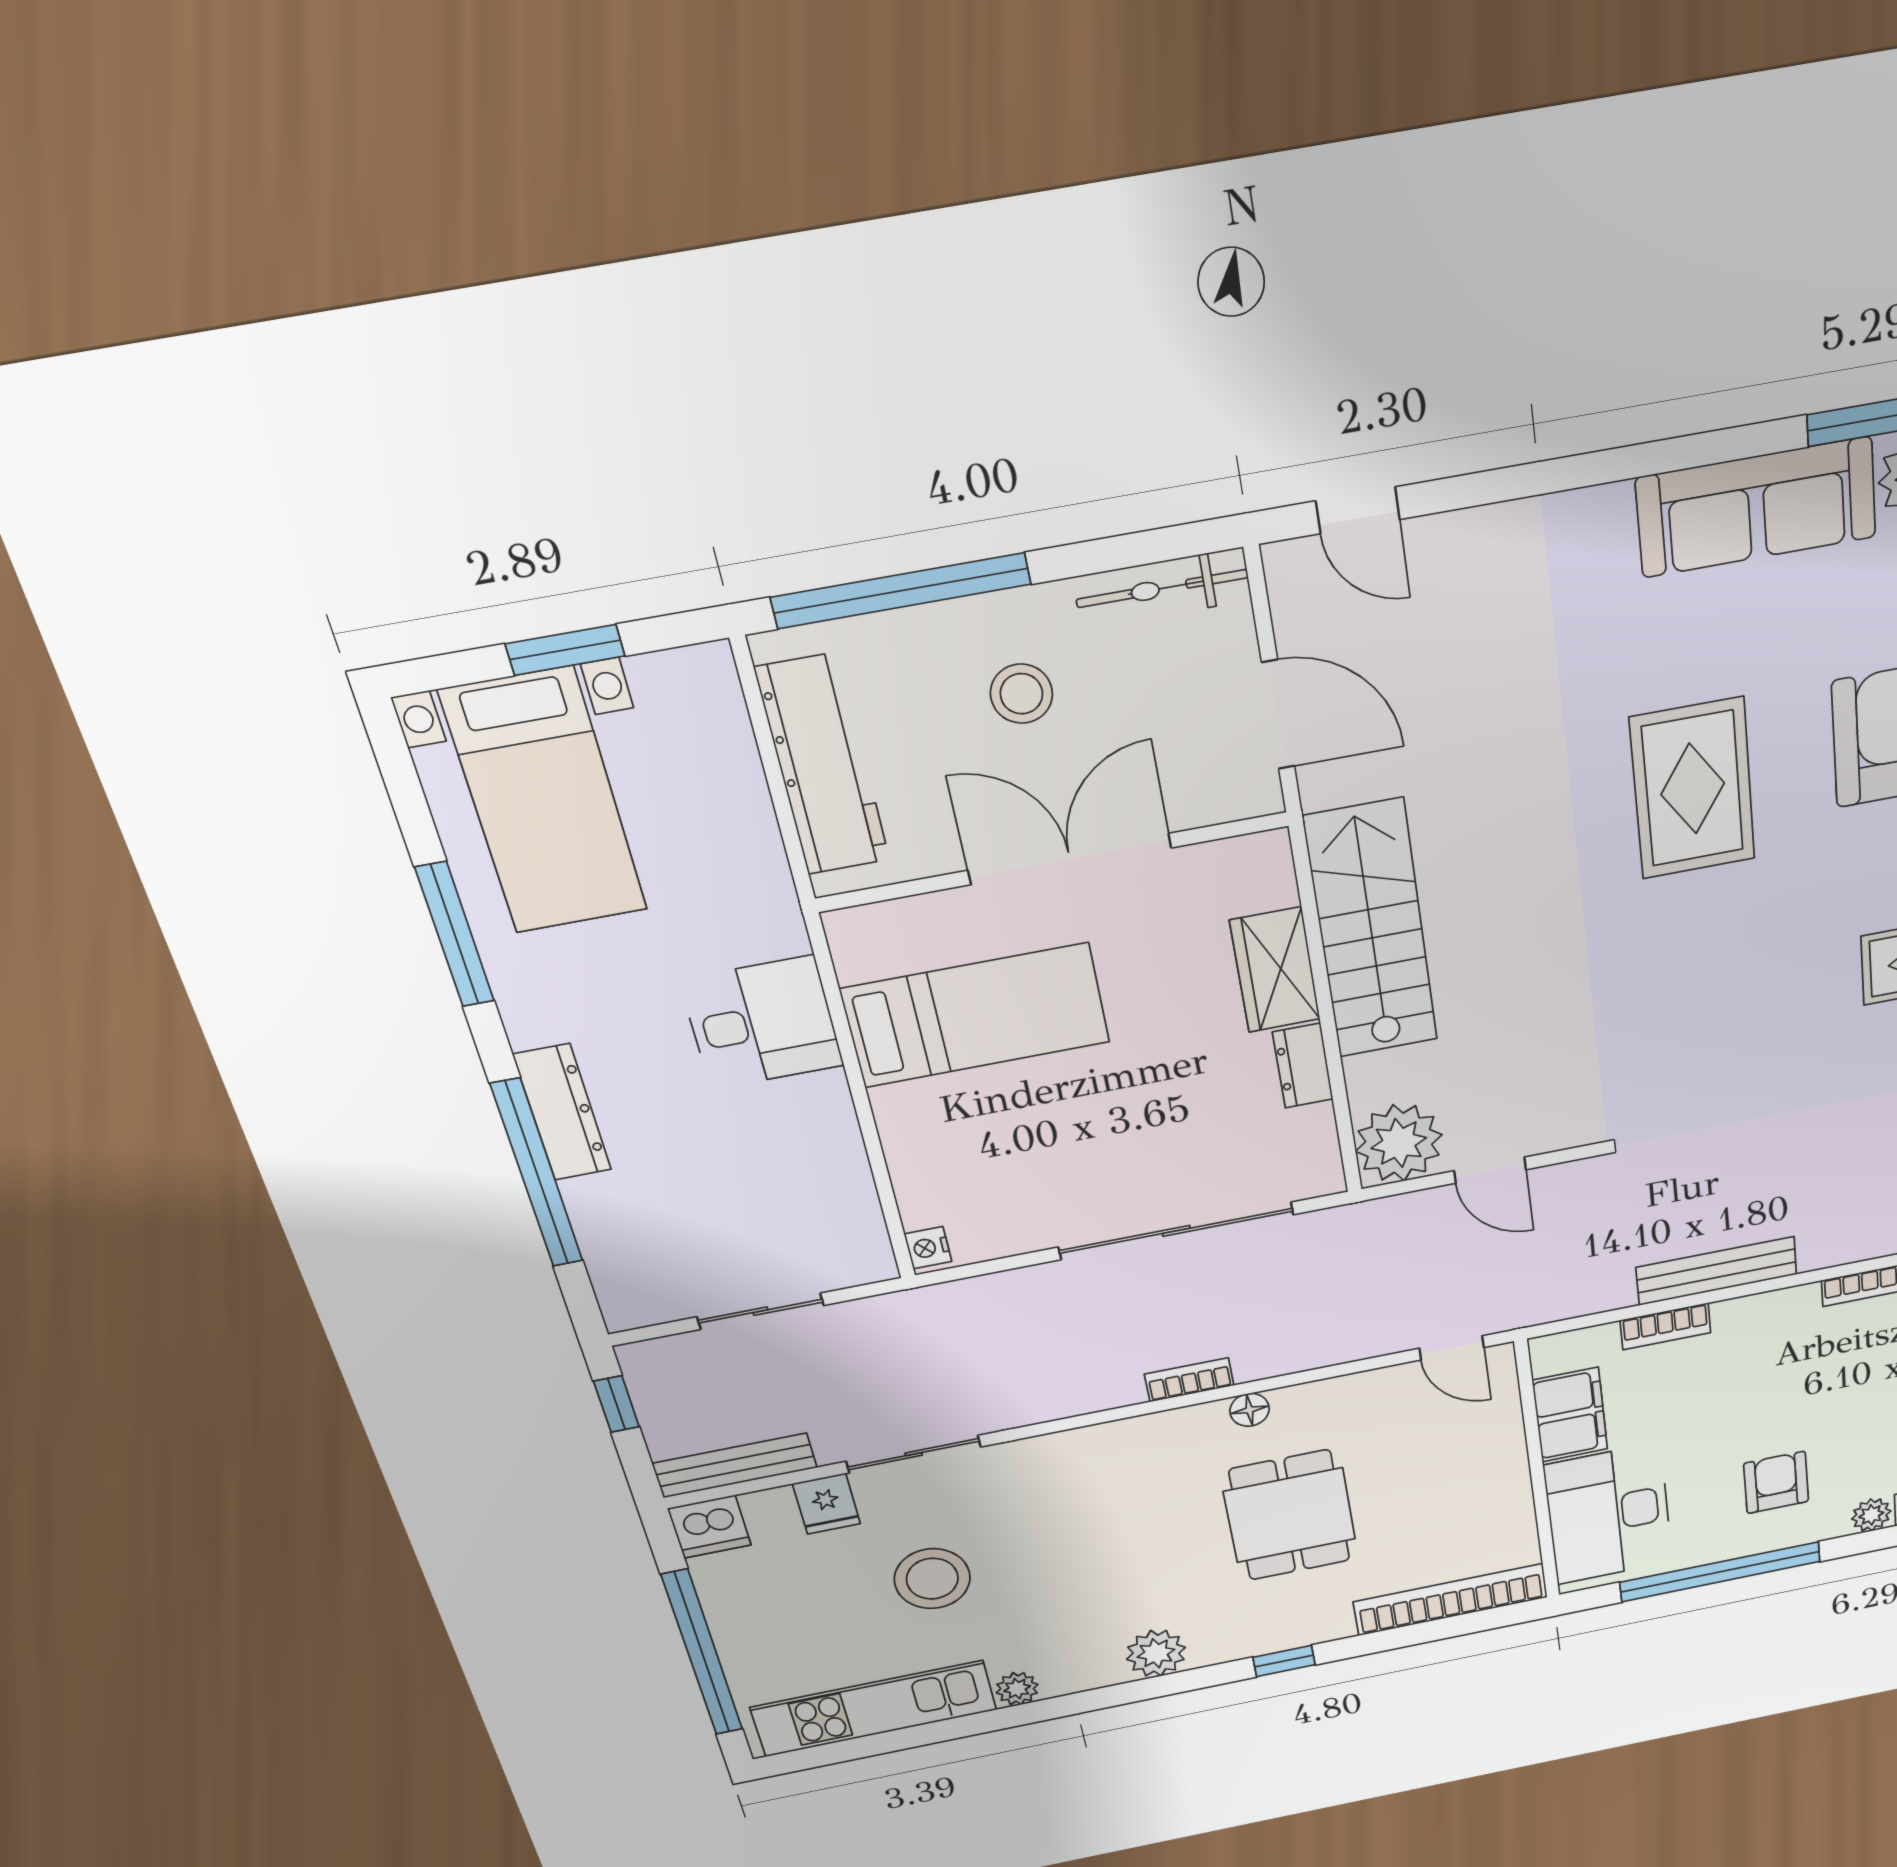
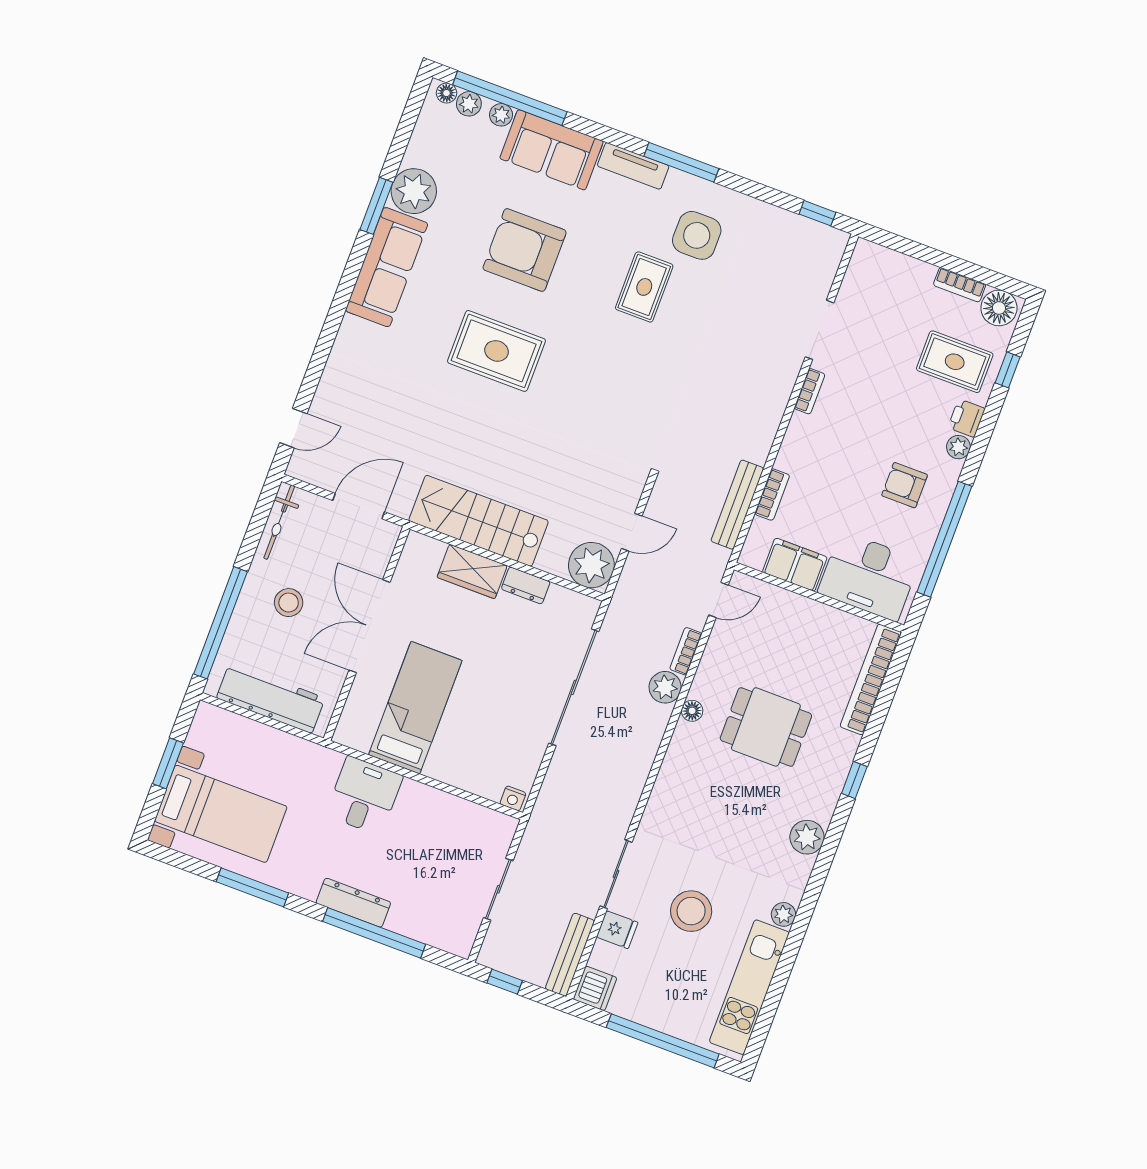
bench: (1717, 1271) -> (737, 505), moved
plant: (1263, 1354) -> (665, 687), added
bookcase: (1189, 1380) -> (686, 651), moved

